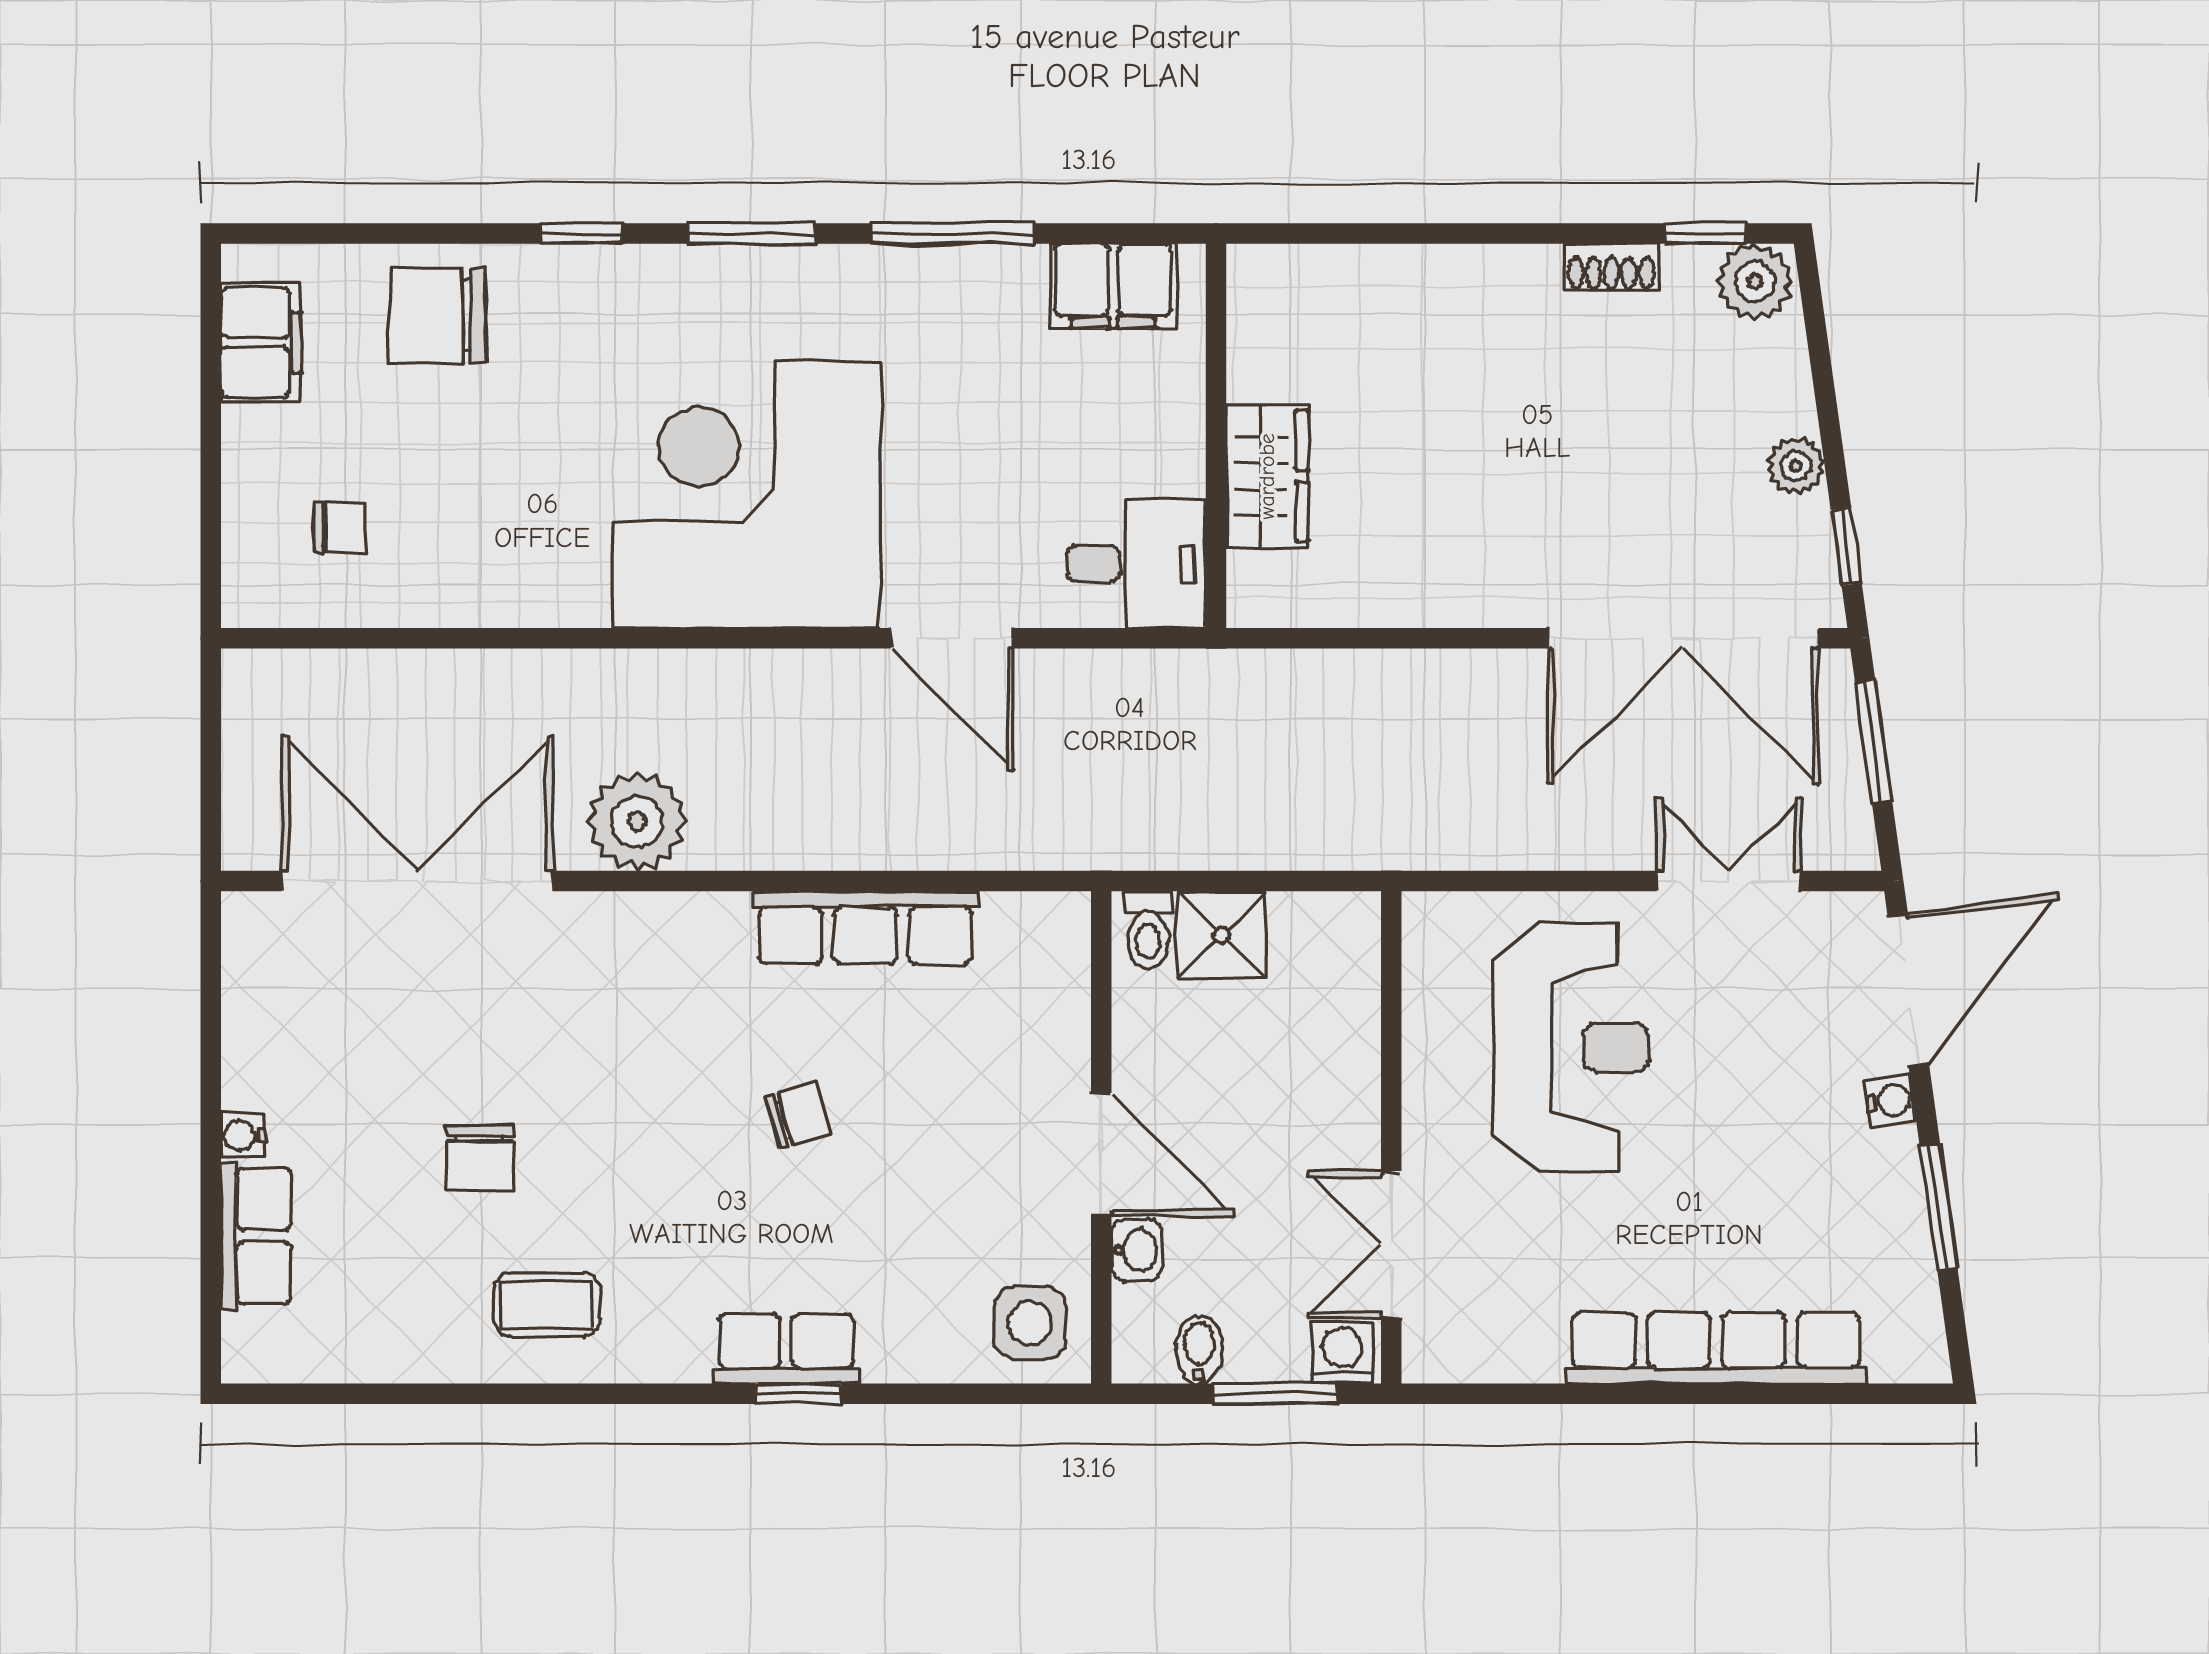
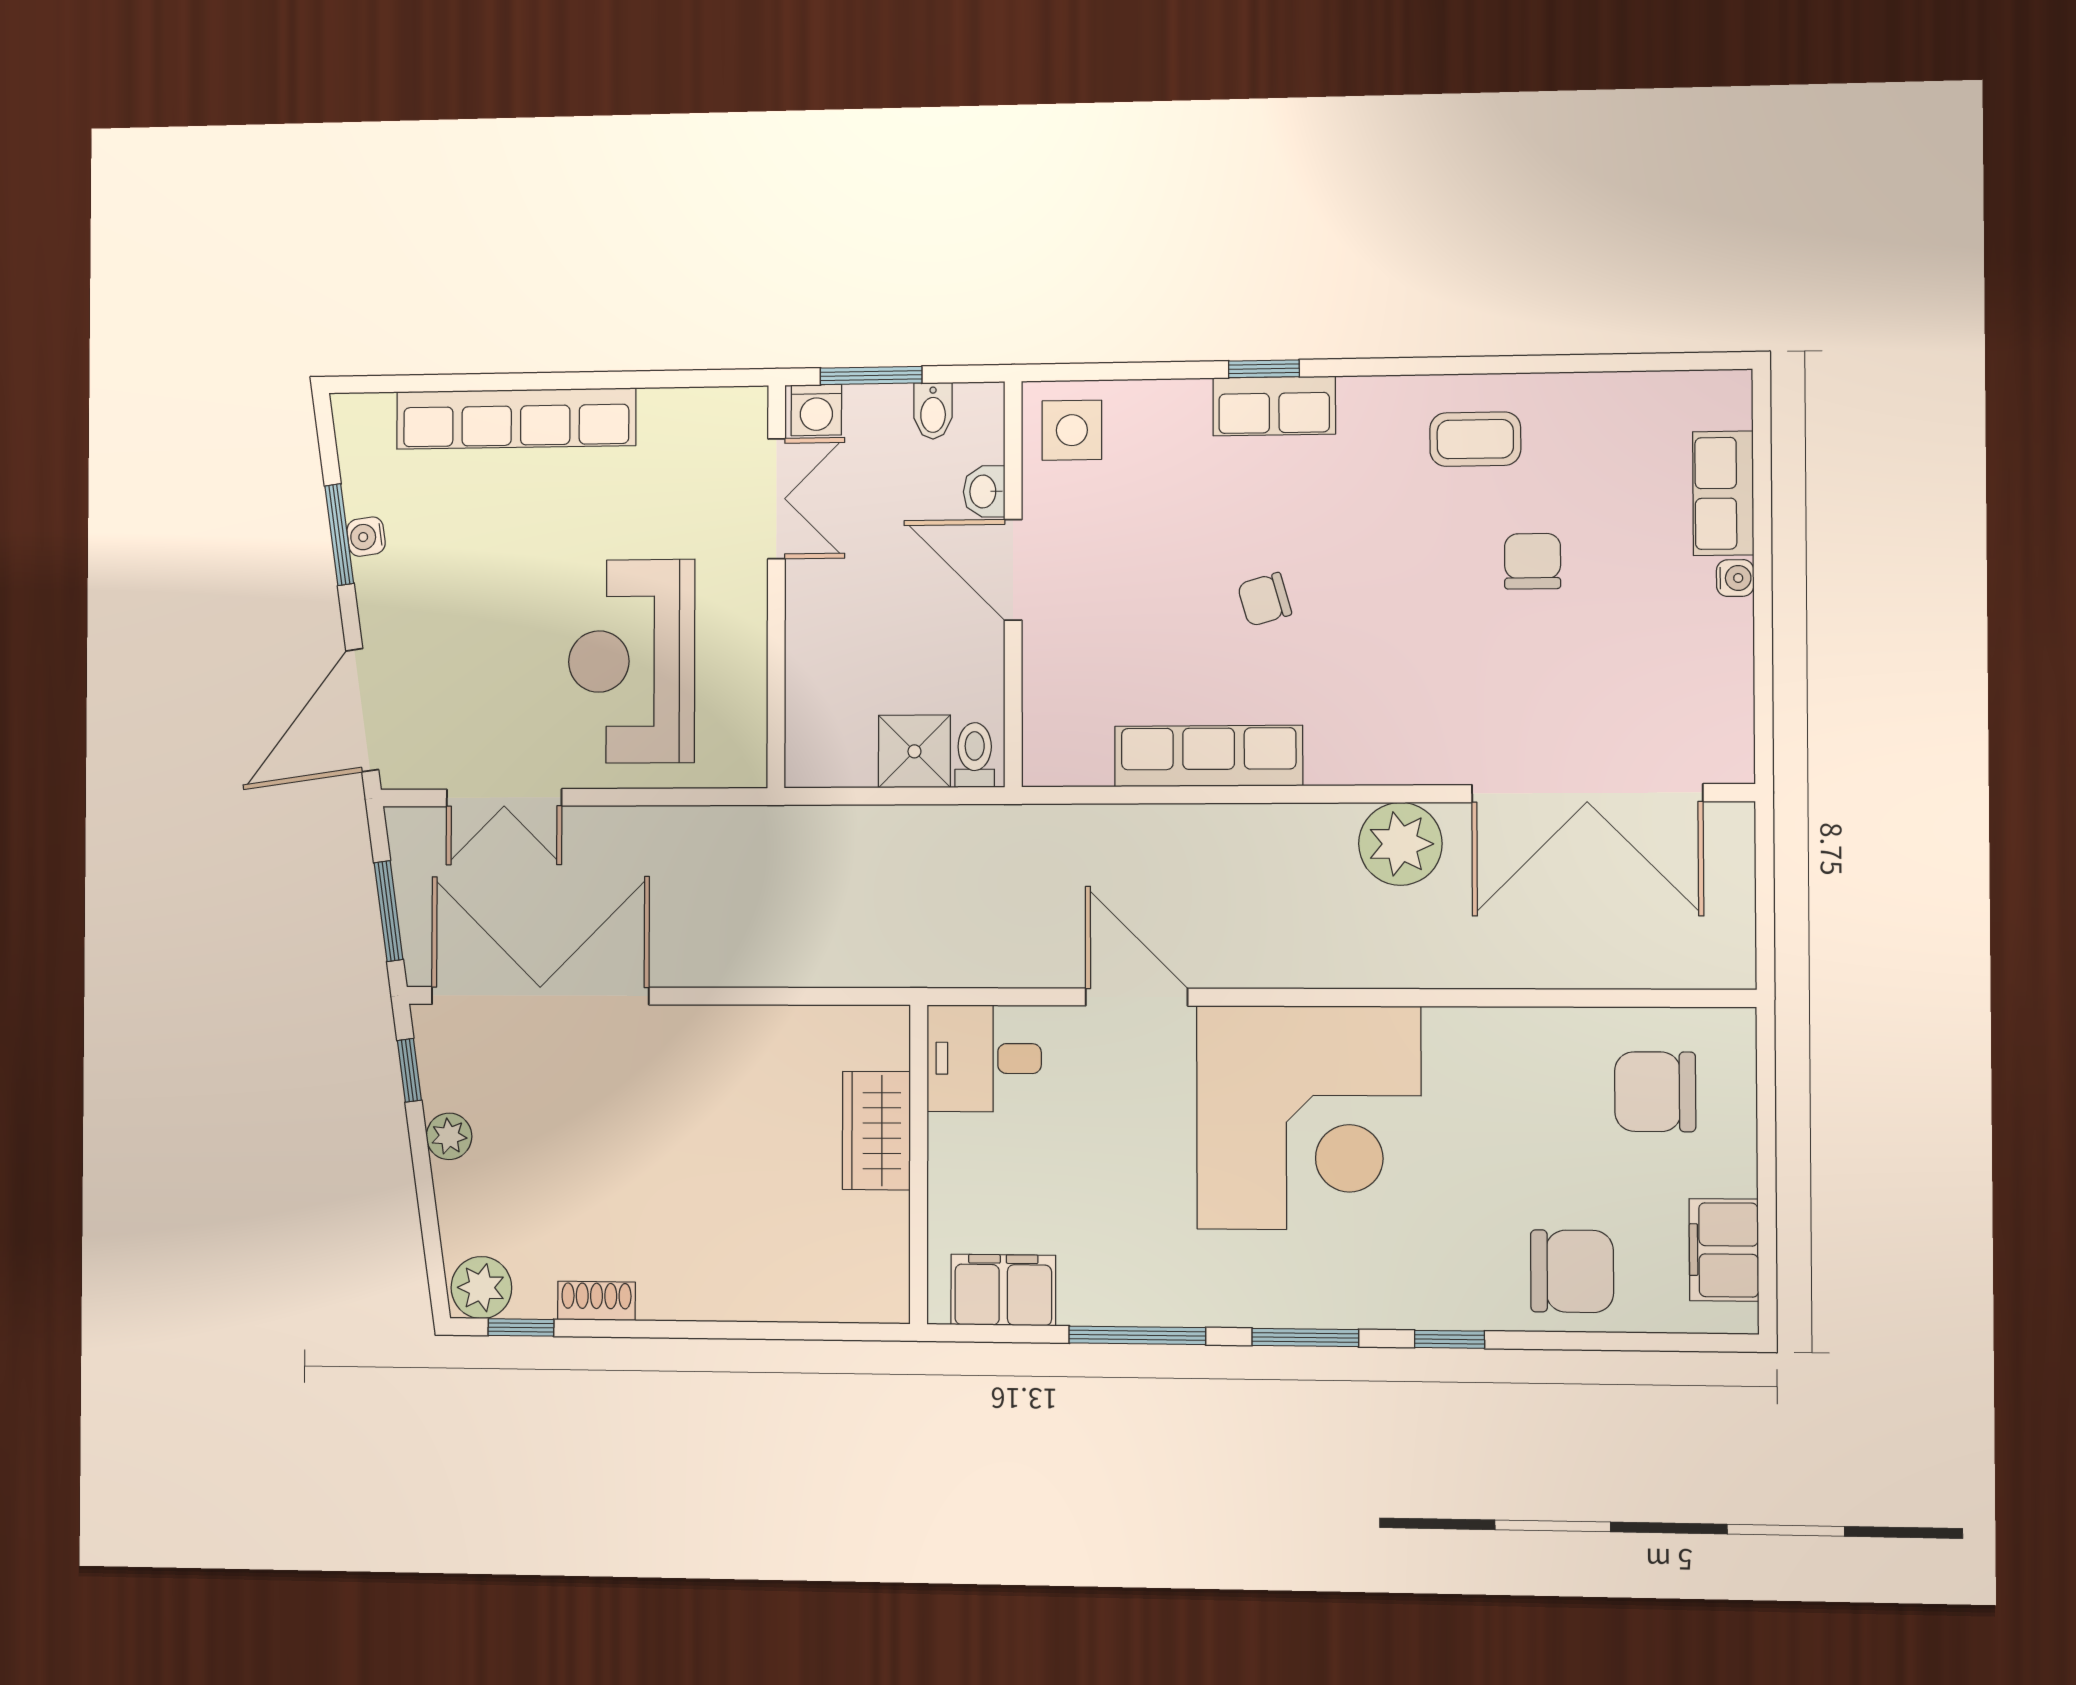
chair: (340, 528) -> (1655, 1092), width x1.87, depth x1.87
water cooler: (1890, 1100) -> (366, 537), moved

